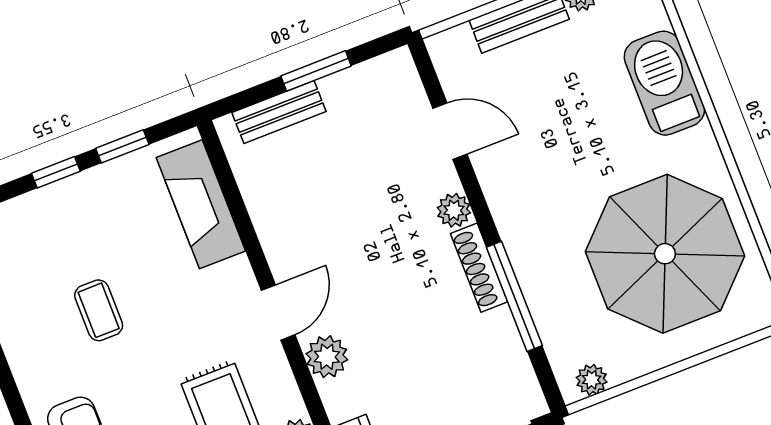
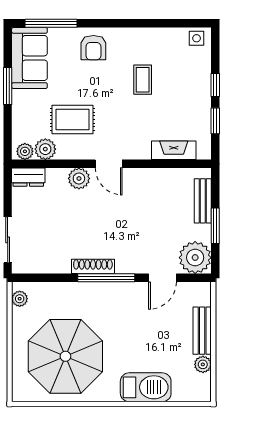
fireplace: (201, 204) -> (174, 150), width x0.73, depth x0.76
plant: (454, 210) -> (195, 258), moved, width x1.88, depth x1.88
window: (514, 296) -> (106, 278), moved
coffee table: (99, 310) -> (143, 80), turned 90

